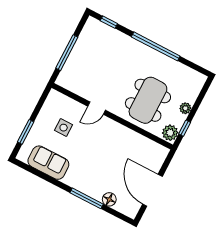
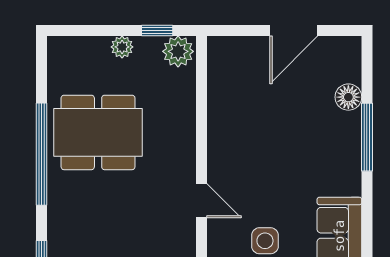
dining table: (148, 100) -> (98, 132), moved
door: (152, 190) -> (294, 30), width x0.73

